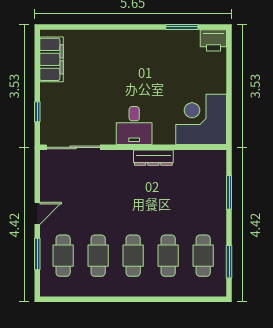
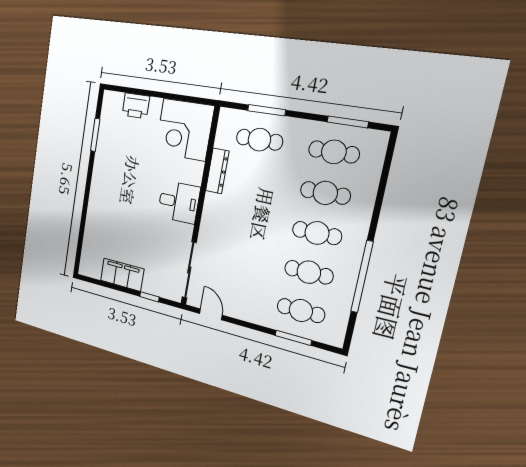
printer: (213, 40) -> (136, 106), moved, turned 90
filing cabinet: (51, 59) -> (122, 275), moved
dresser: (153, 158) -> (217, 171), moved
cafe table: (203, 191) -> (259, 140), added
door: (37, 213) -> (211, 314), moved
window: (105, 299) -> (362, 277), added

